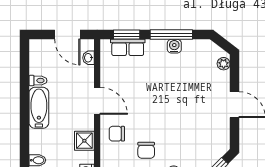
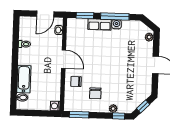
door: (67, 35) -> (45, 14), hinge flipped
row of seats: (128, 47) -> (100, 25), moved
bathtub: (39, 108) -> (24, 79), moved
shower: (84, 141) -> (54, 86), removed

